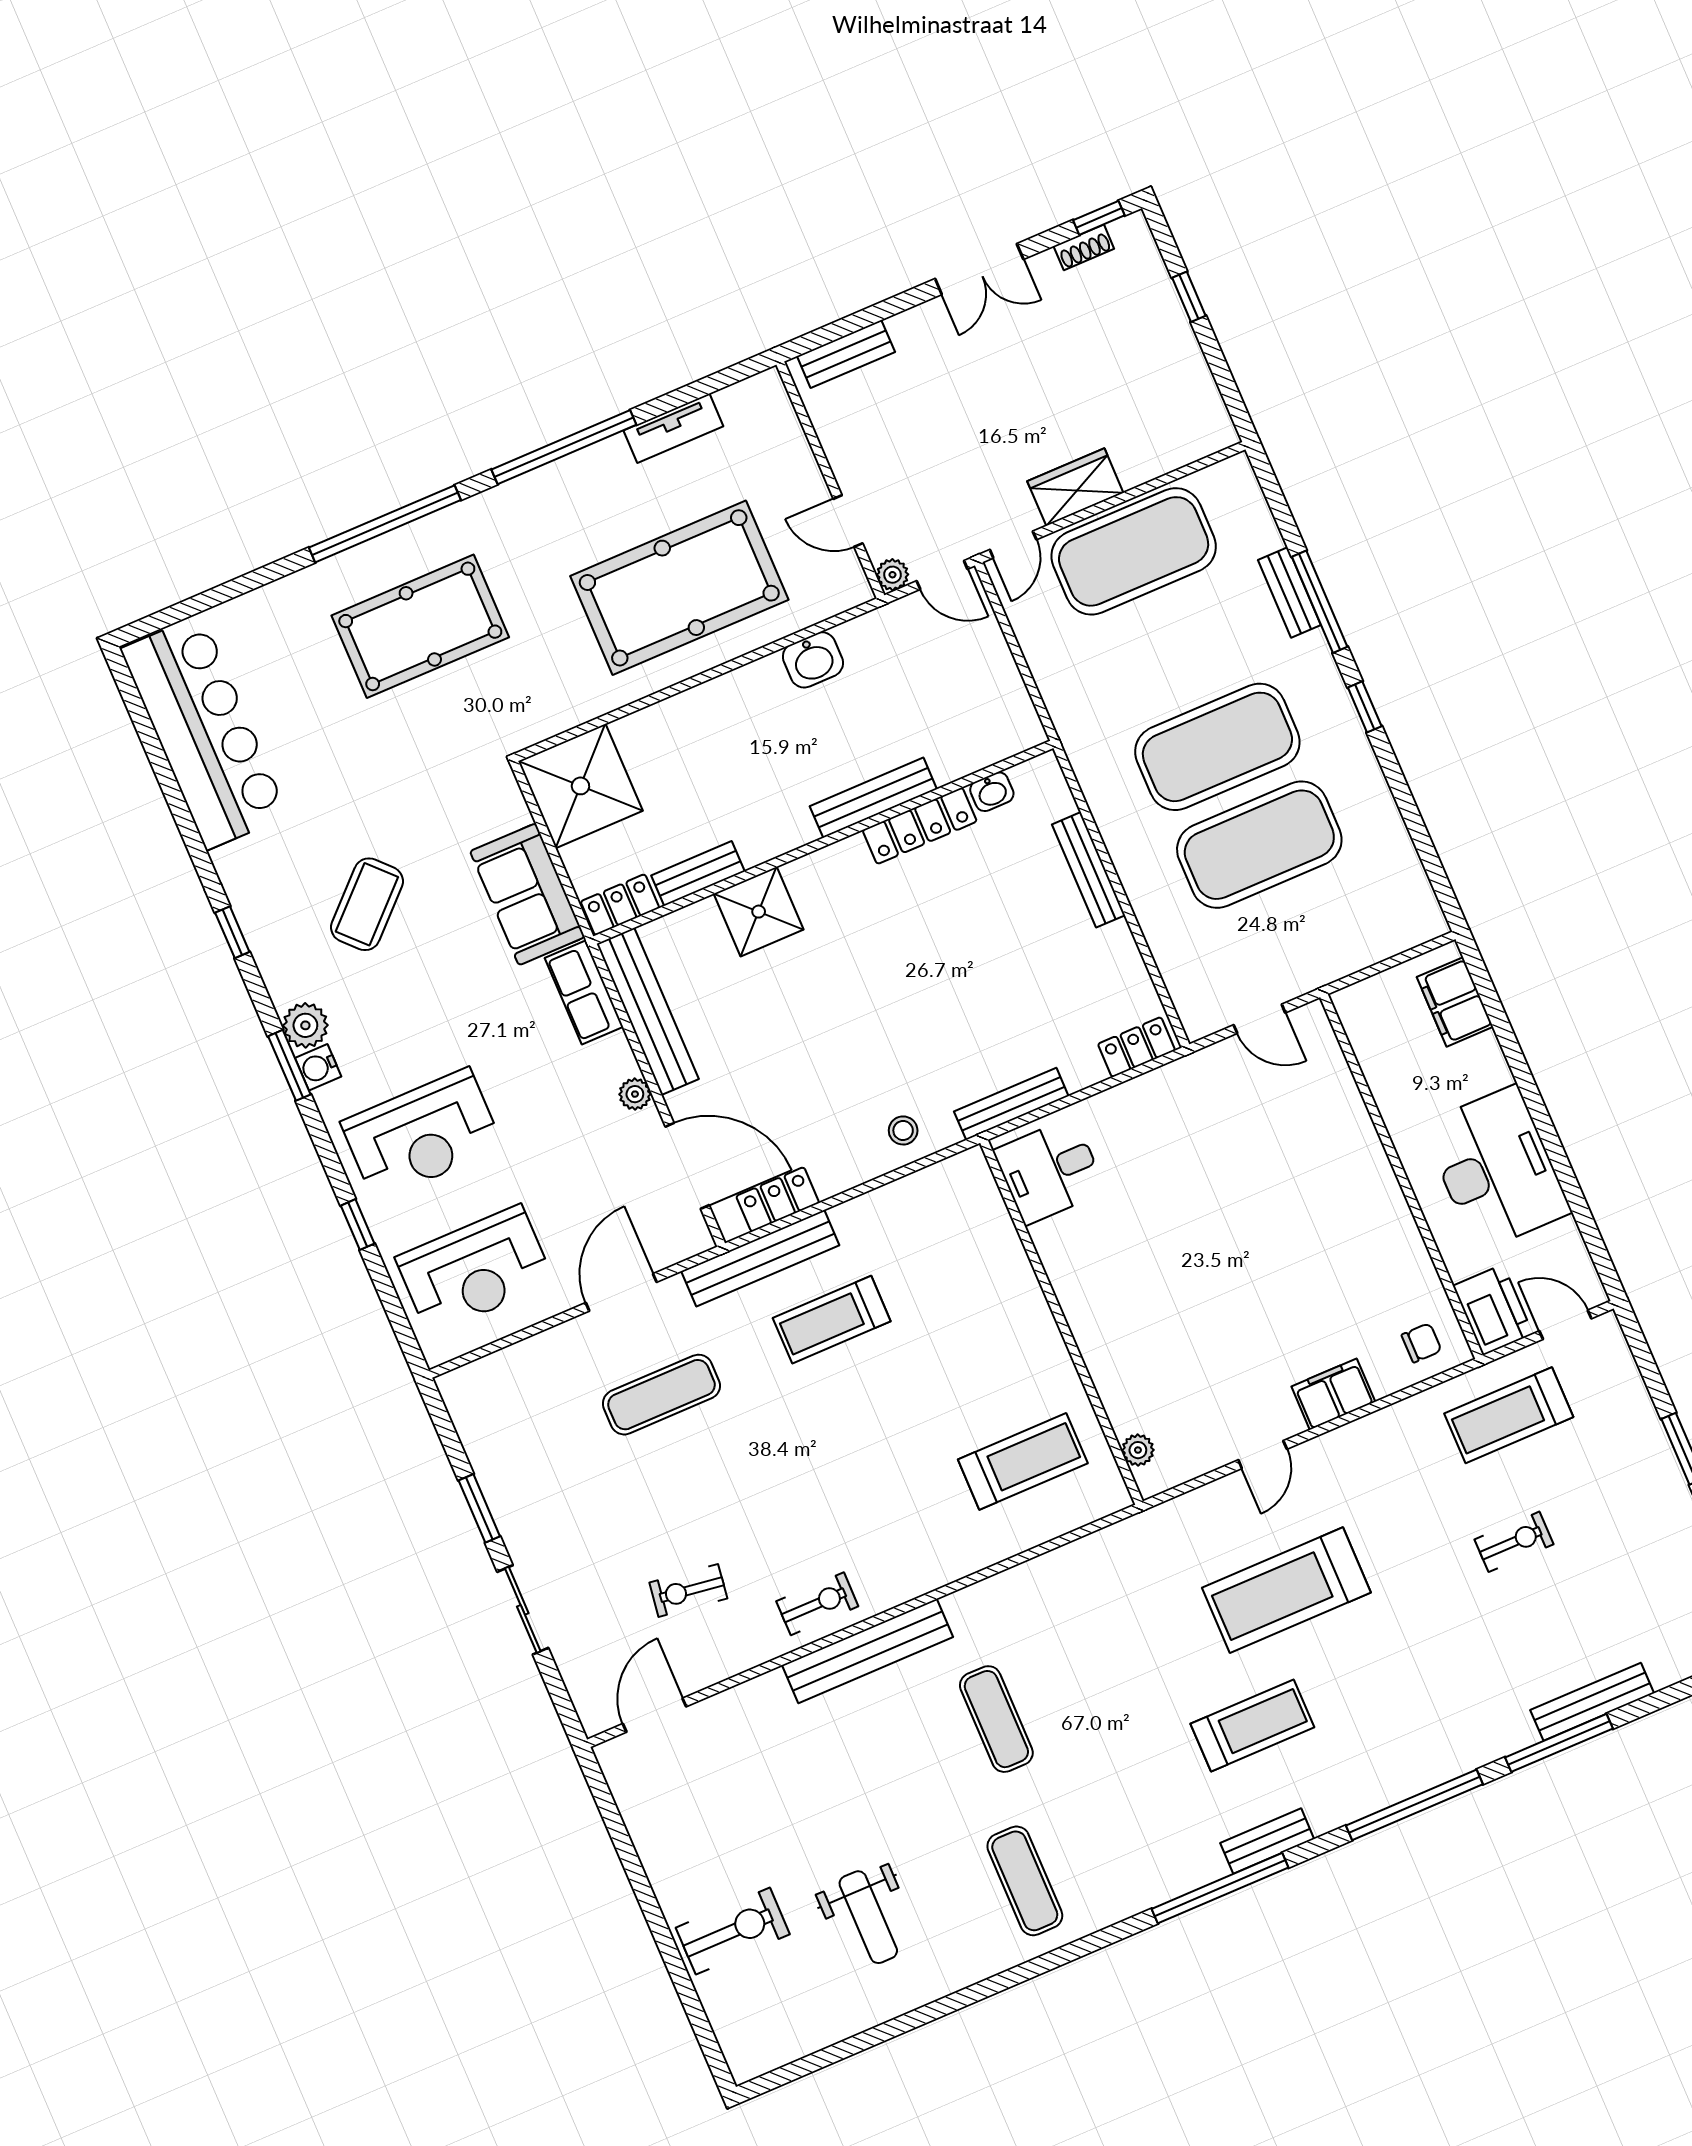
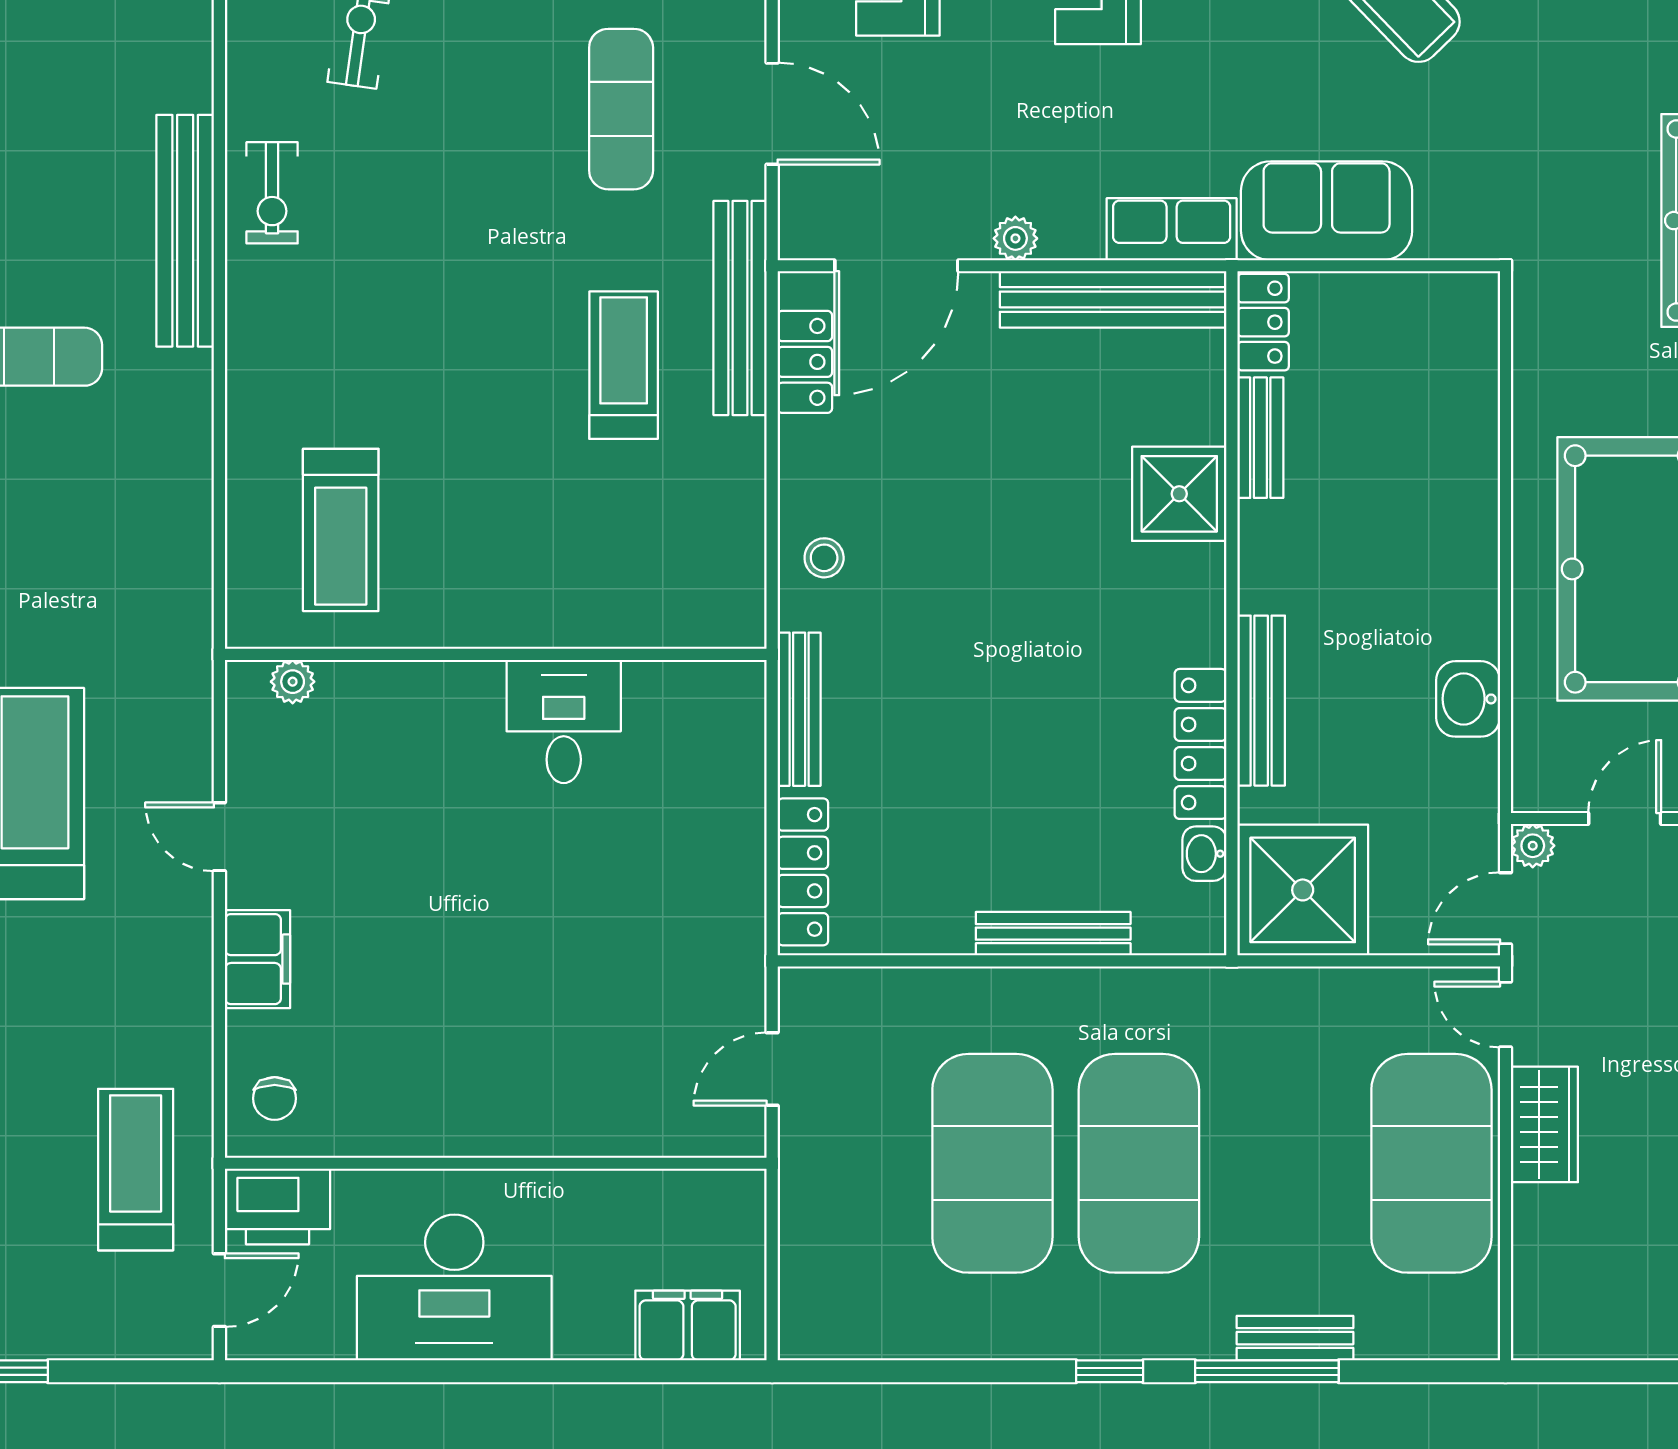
shower: (580, 786) -> (1303, 890), moved
locker: (1137, 1047) -> (803, 872), width x1.53
desk: (1050, 1171) -> (564, 721), moved

